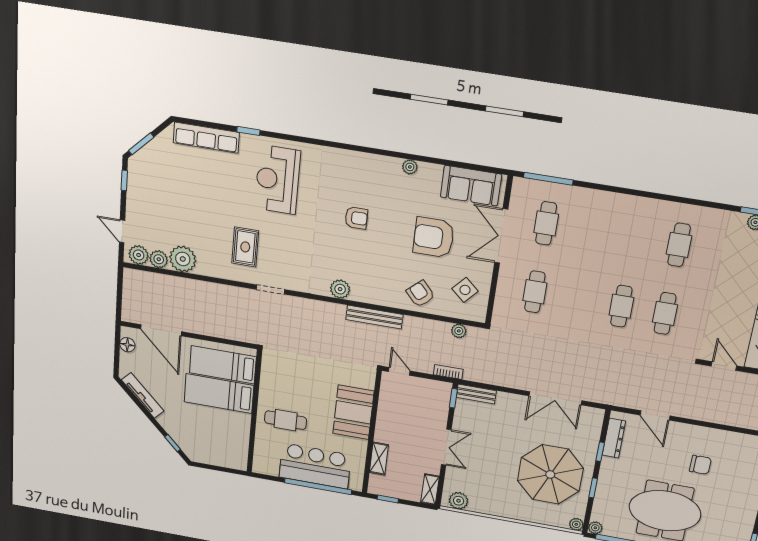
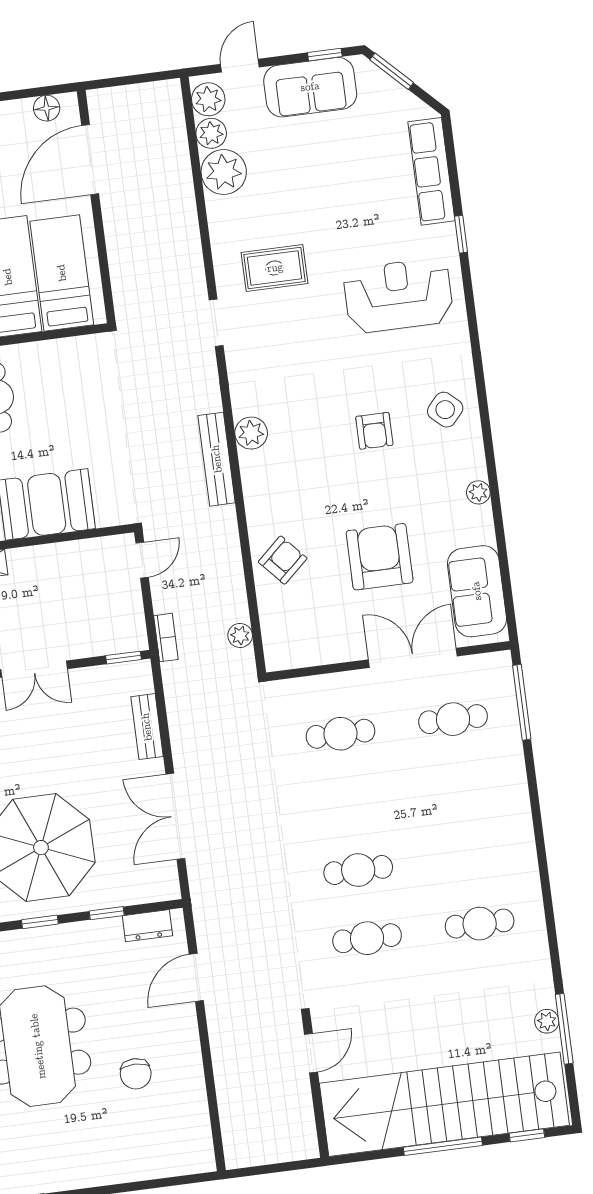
sofa: (142, 195) -> (310, 87), added
side table: (465, 290) -> (445, 410), moved
bench: (374, 317) -> (217, 459), moved
bench: (476, 394) -> (147, 727), moved
dresser: (614, 438) -> (147, 926), width x0.70

